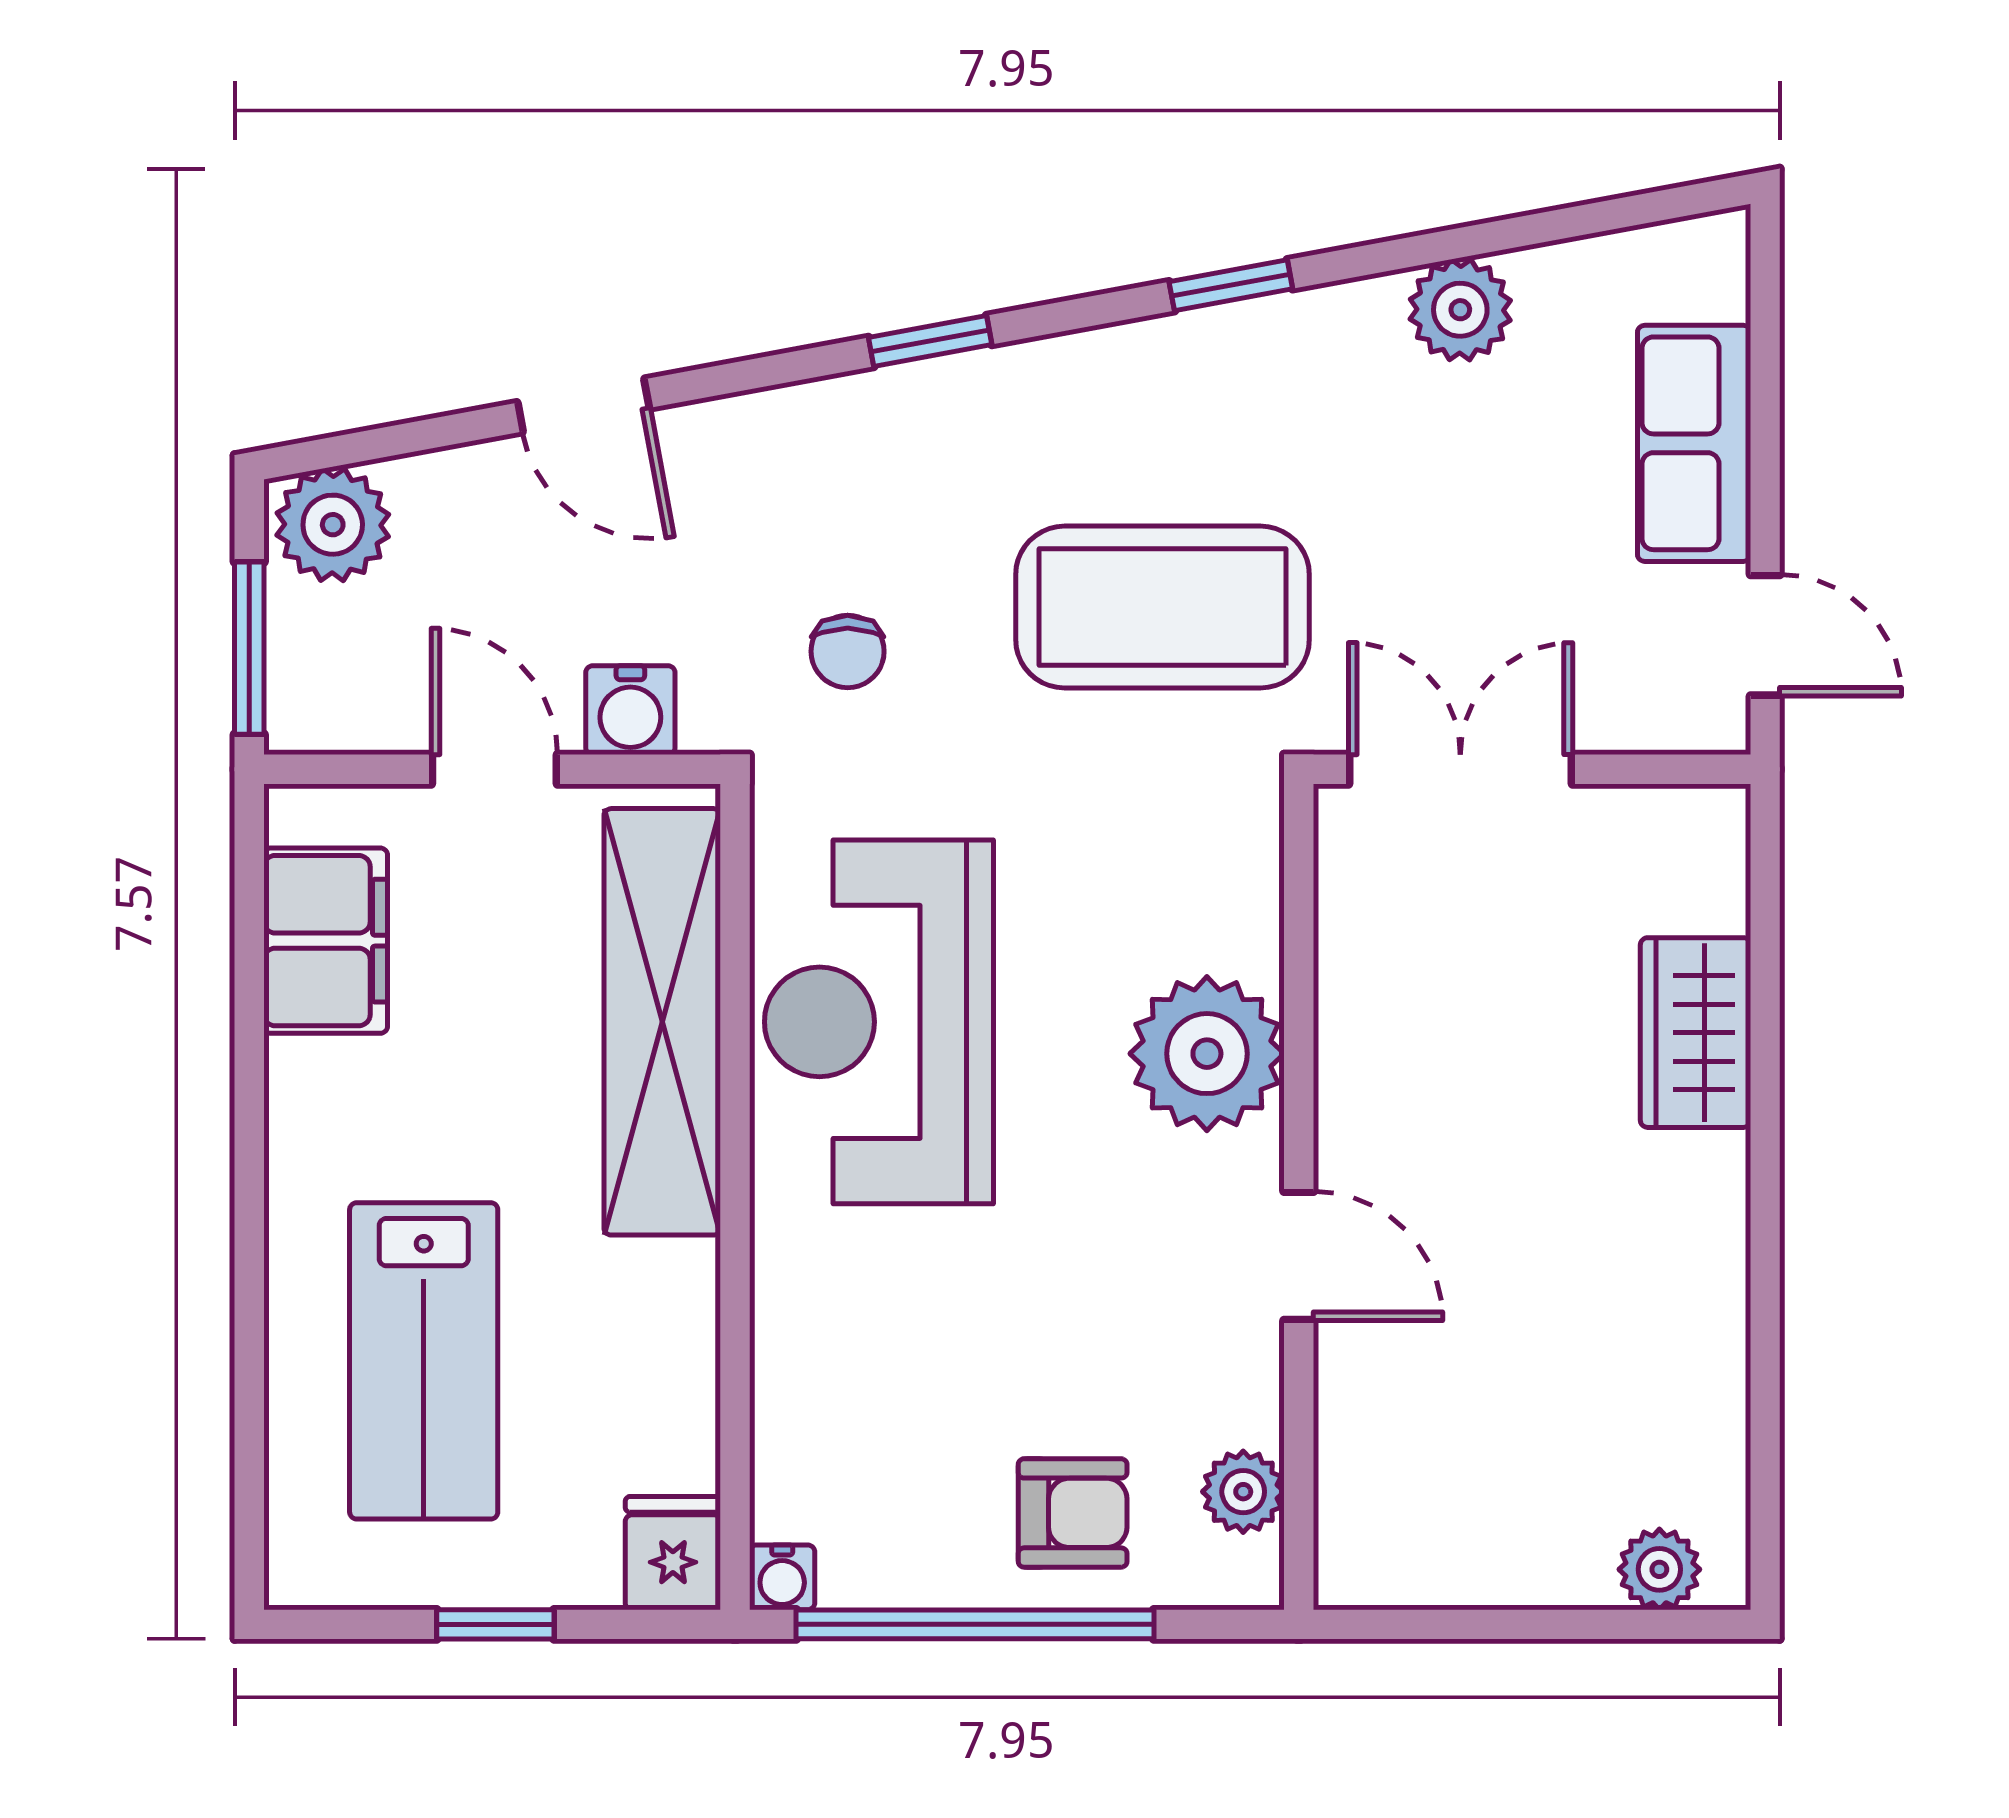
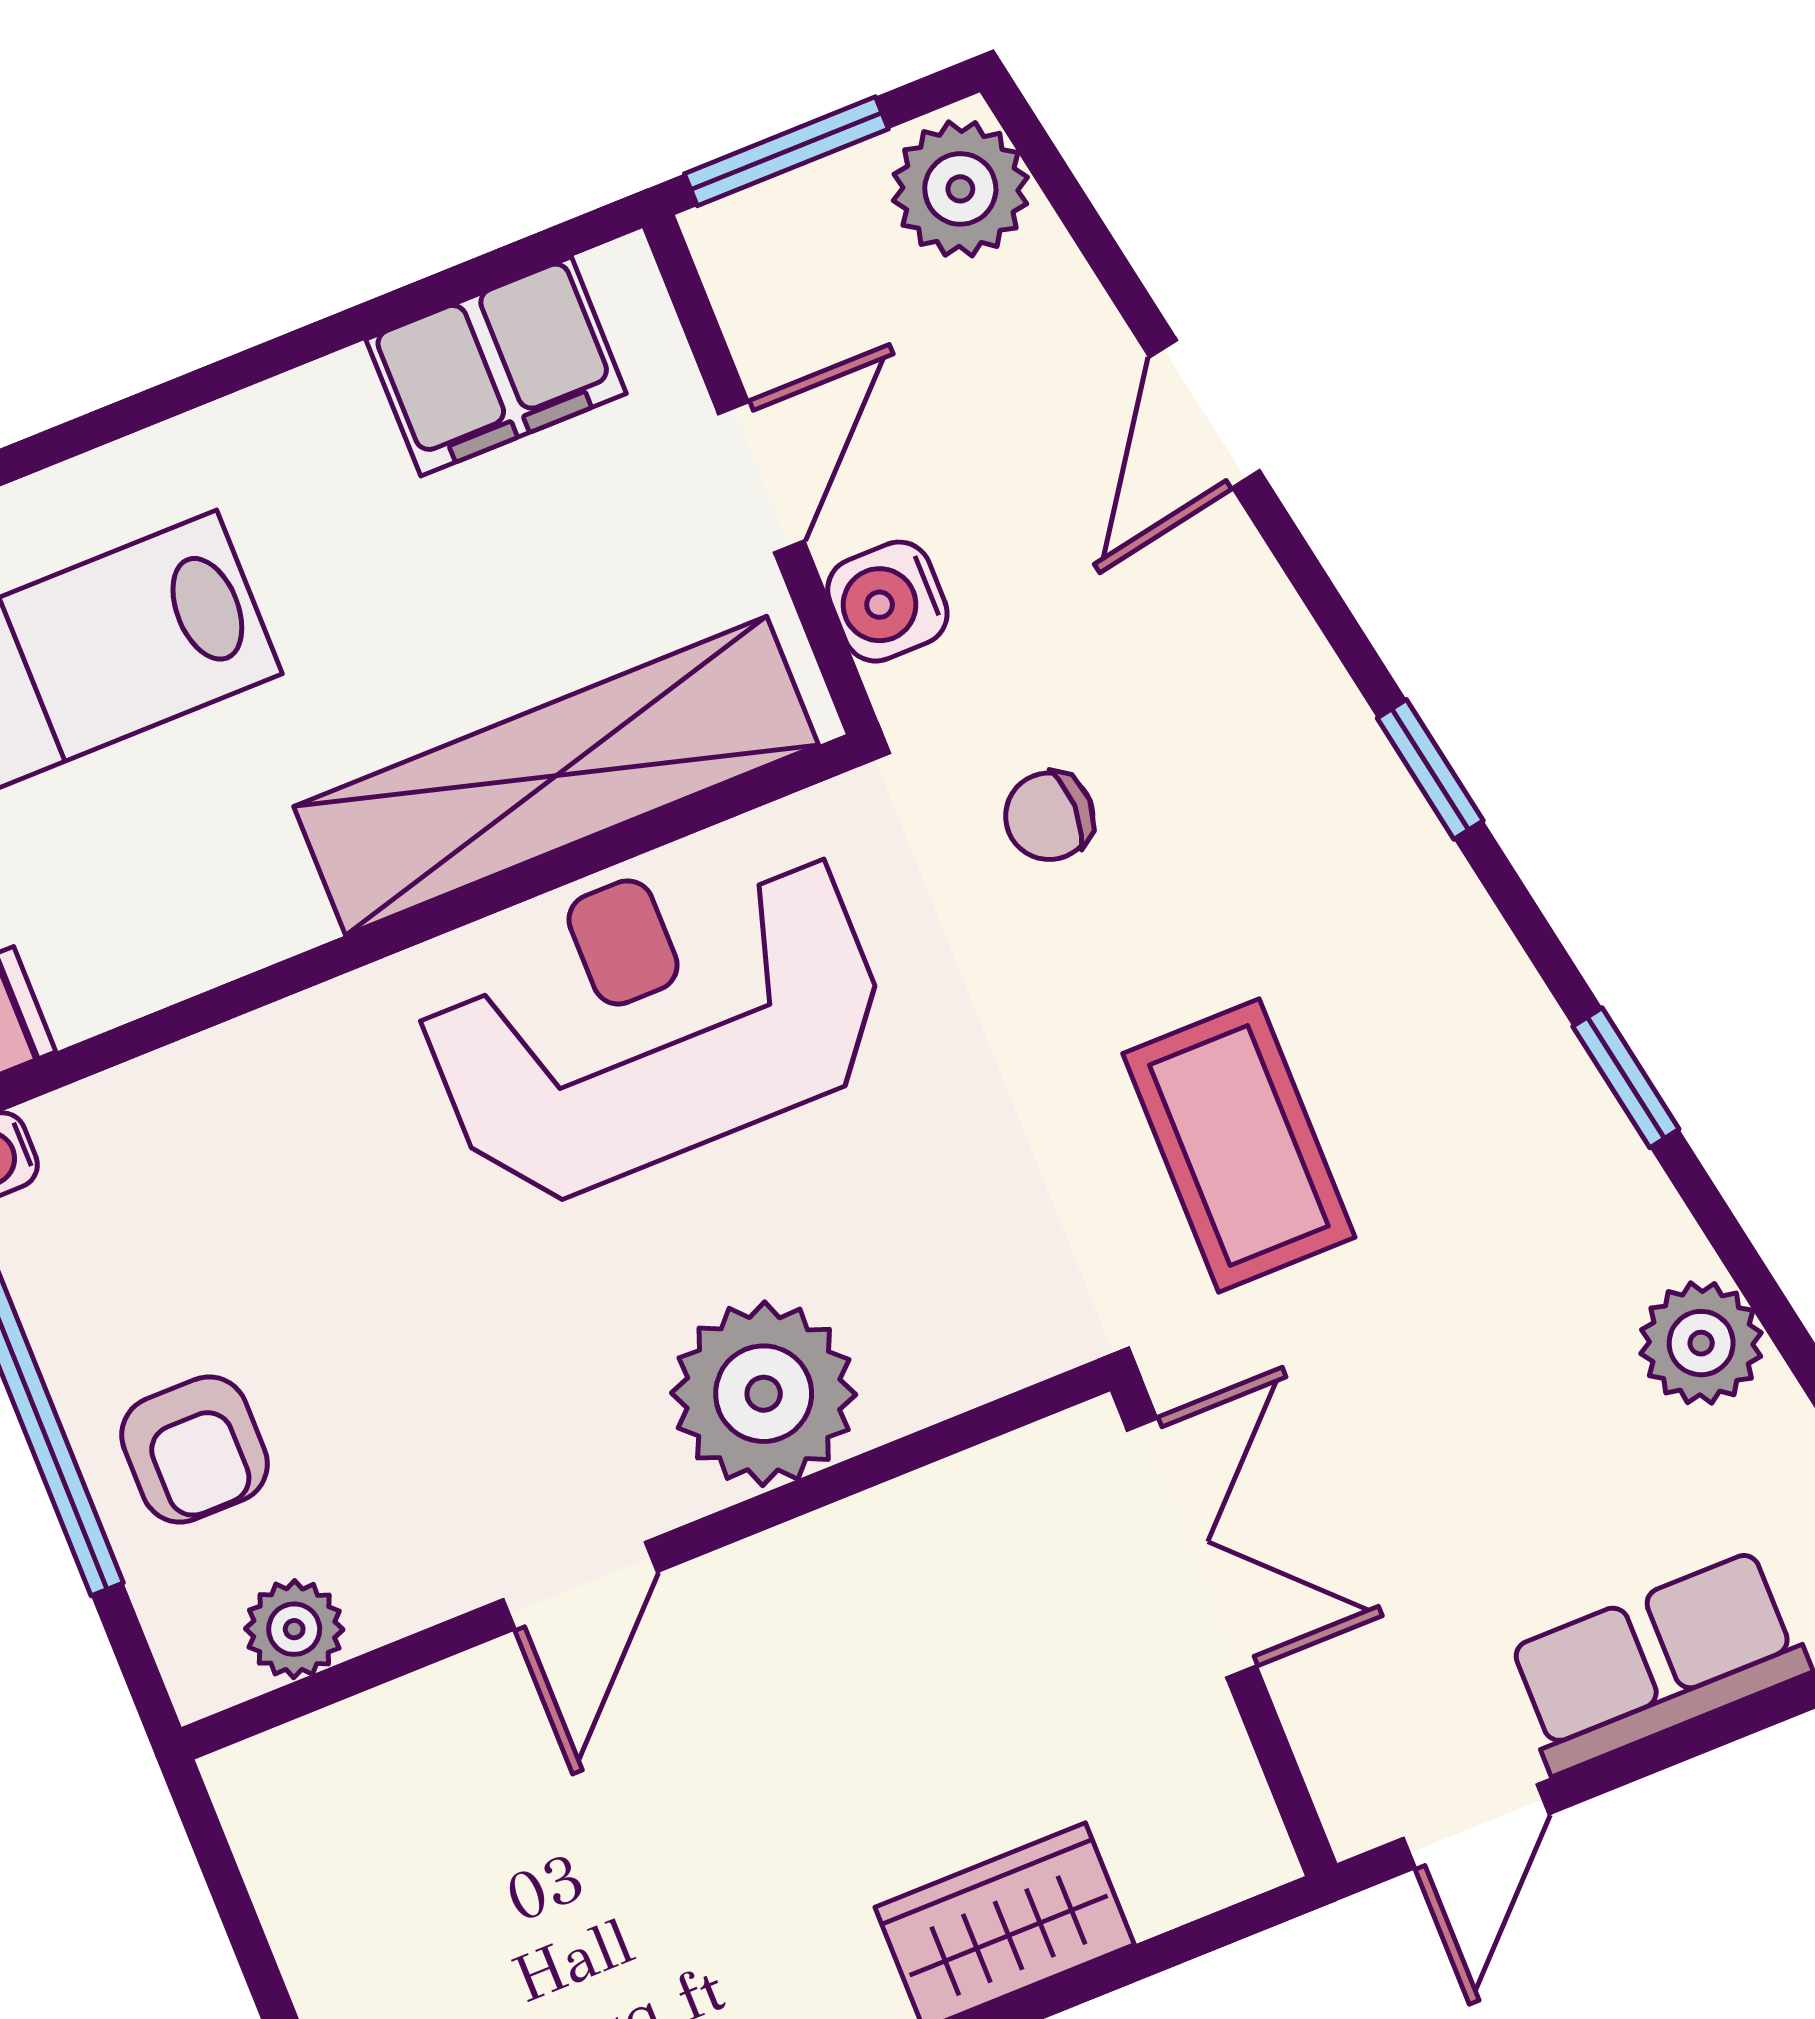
coffee table: (1162, 607) -> (1239, 1145), width x0.73, depth x0.76

